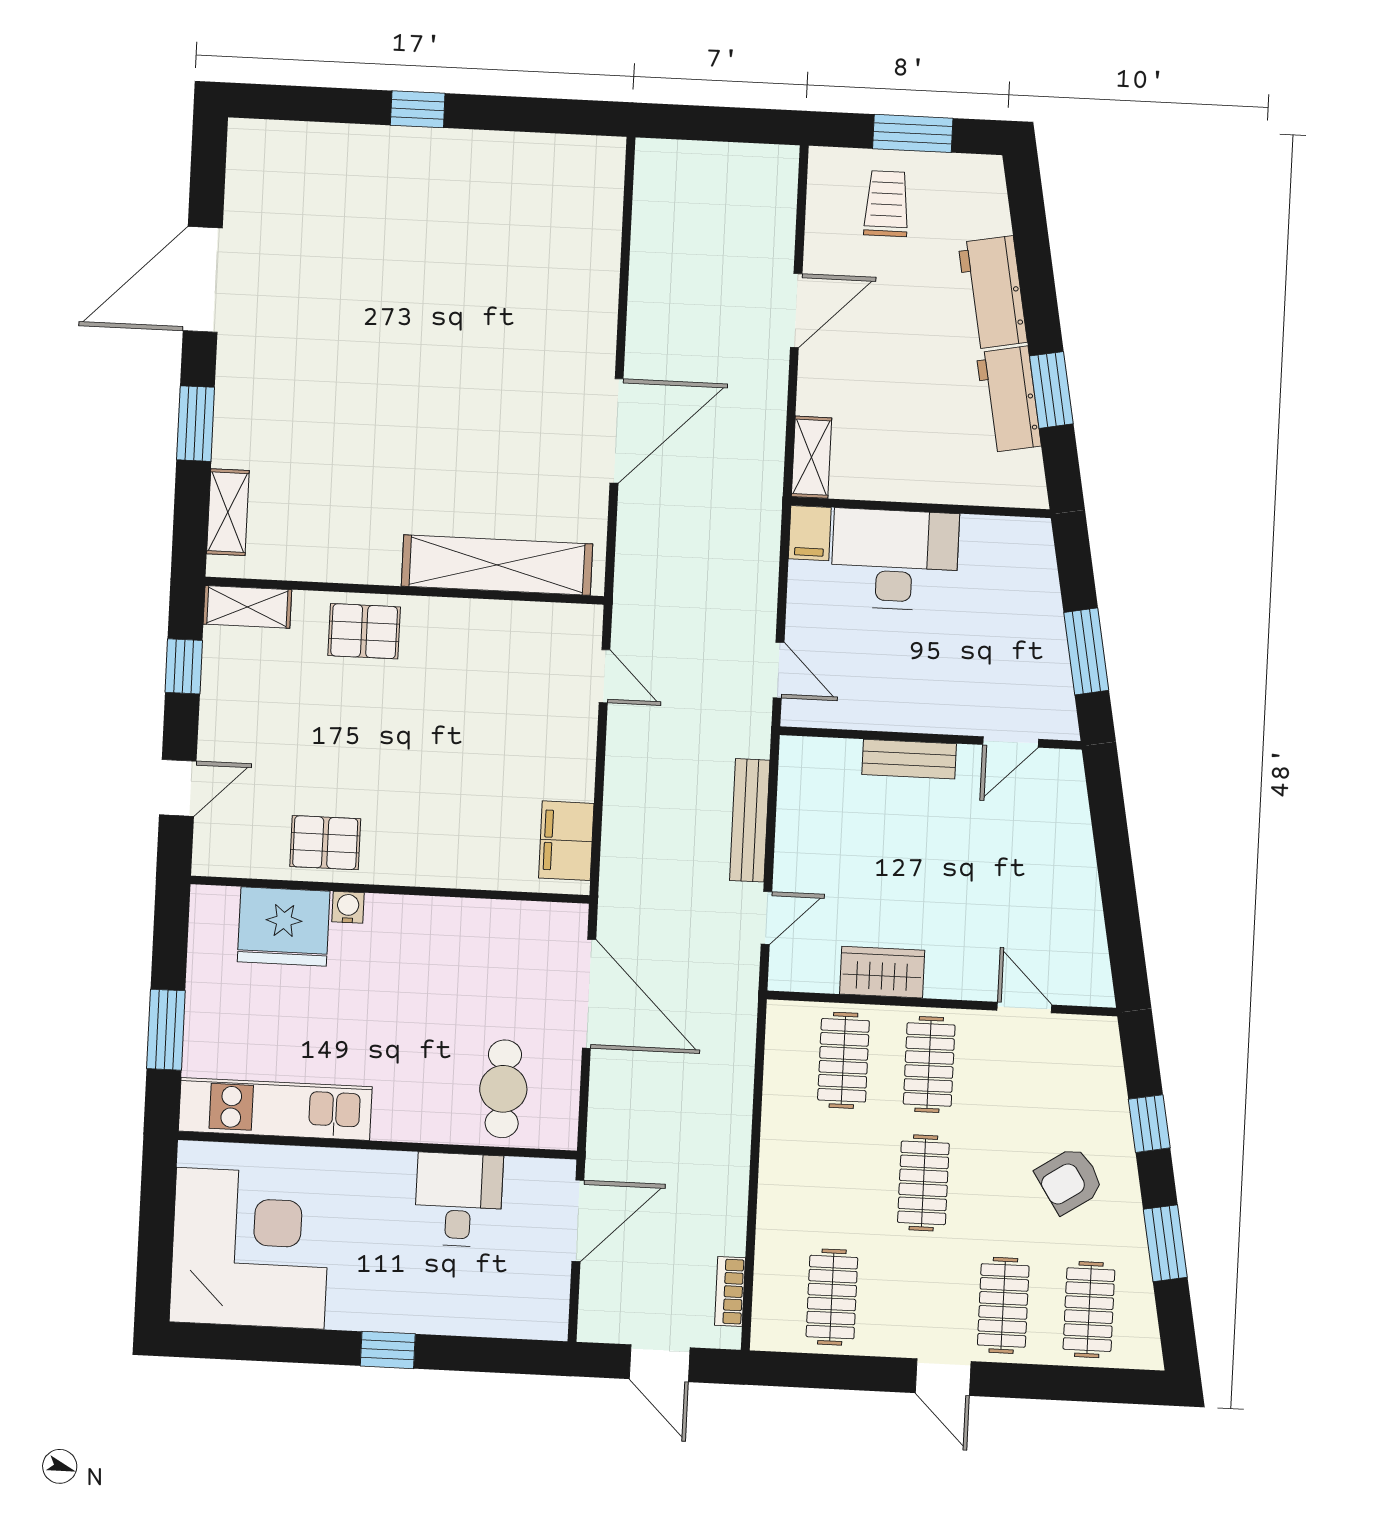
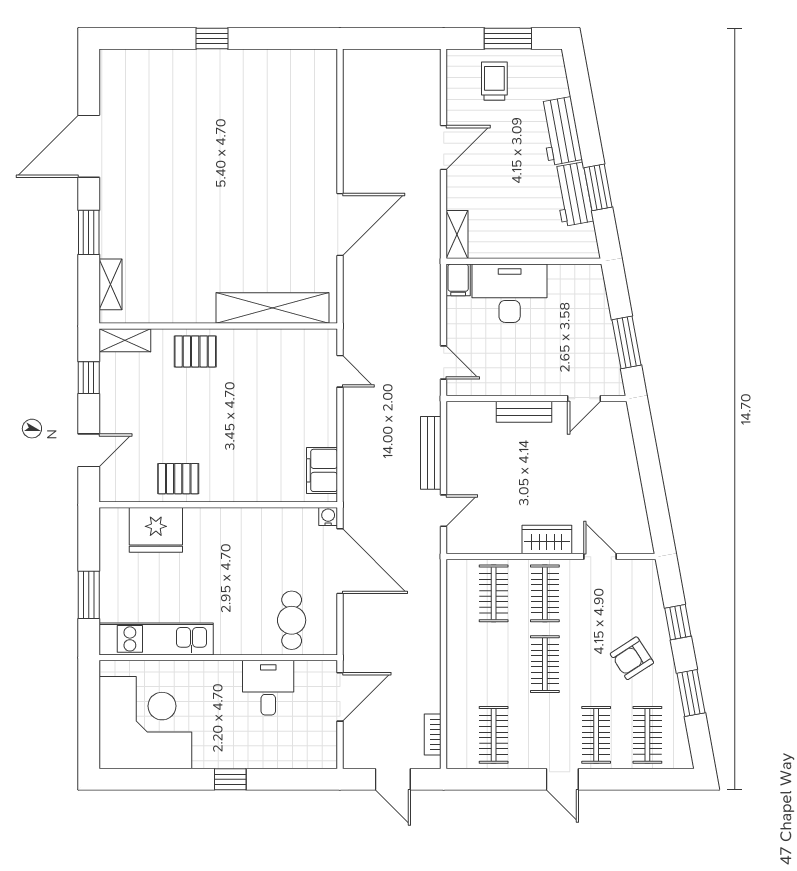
water cooler: (348, 907) -> (328, 517), moved
wardrobe: (882, 972) -> (547, 540), moved

